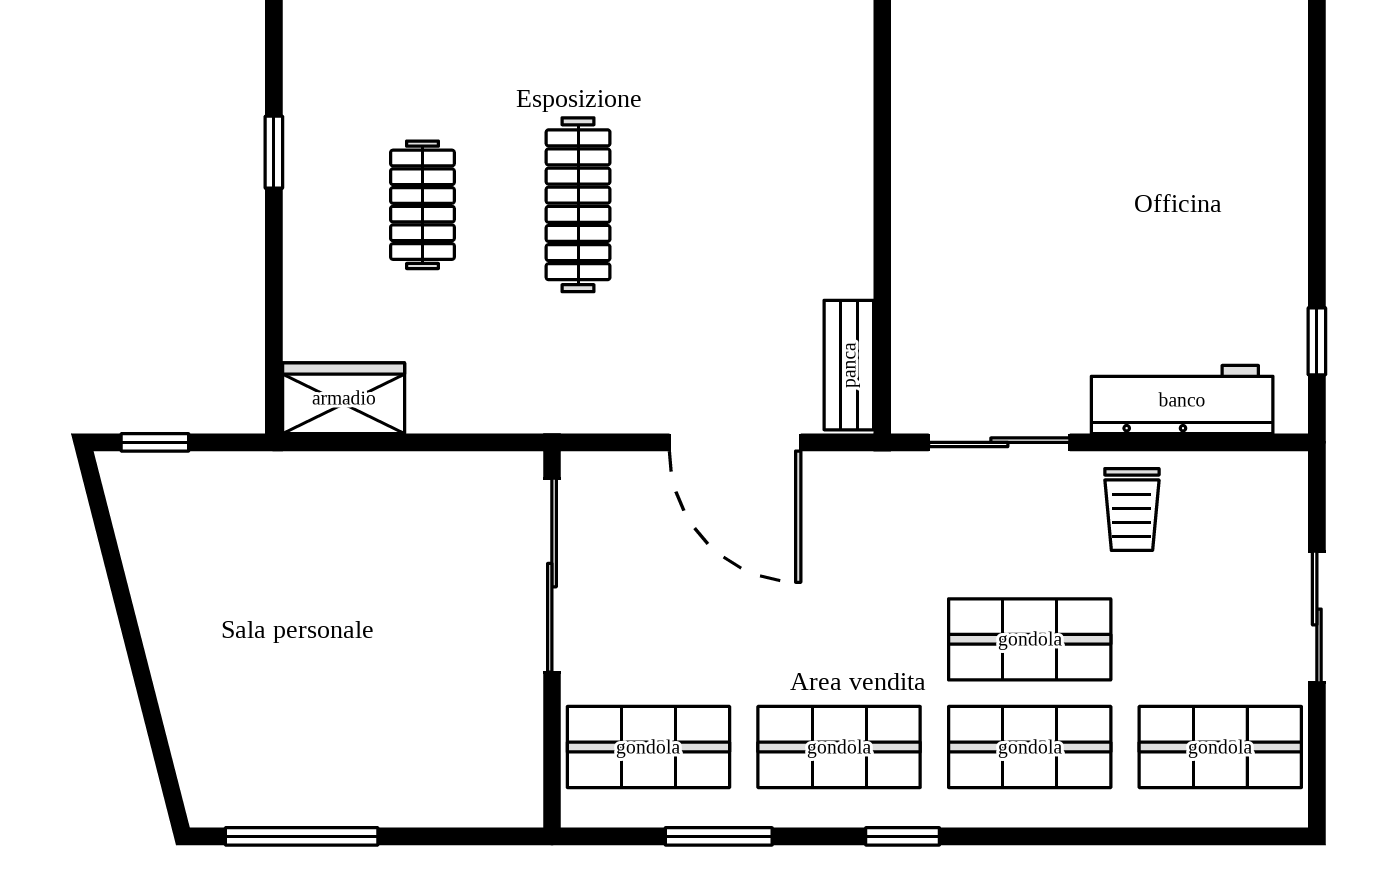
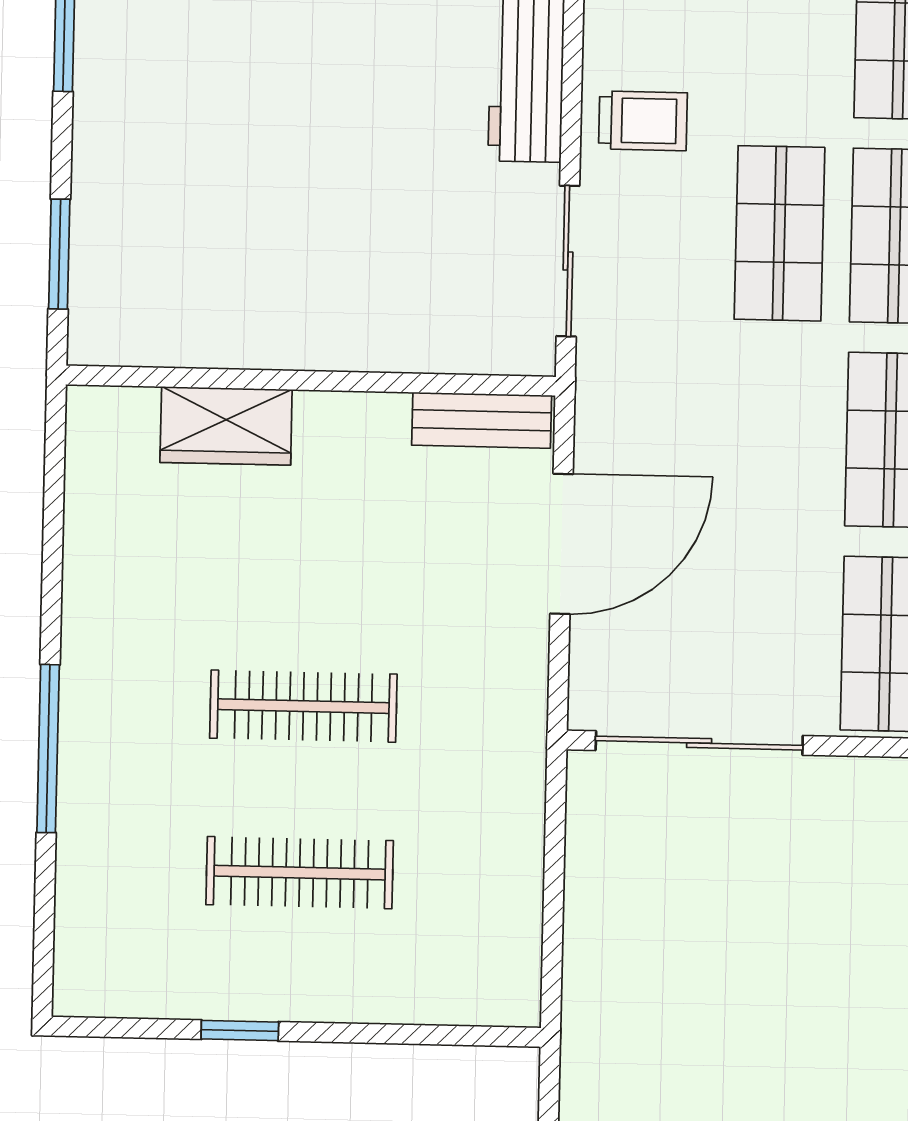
clothes rail: (422, 205) -> (300, 873), width x1.36
wardrobe: (344, 398) -> (226, 426), moved, turned -90

